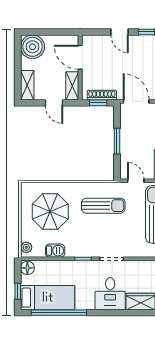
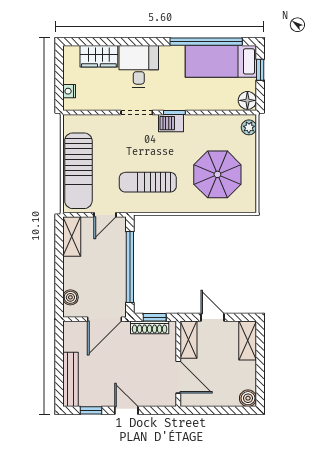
boiler: (33, 47) -> (248, 398), width x0.54, depth x0.54
door: (136, 101) -> (104, 319), hinge flipped
window: (117, 141) -> (130, 267), width x2.11
door: (136, 181) -> (105, 215), hinge flipped
barbecue: (55, 251) -> (171, 123), moved

